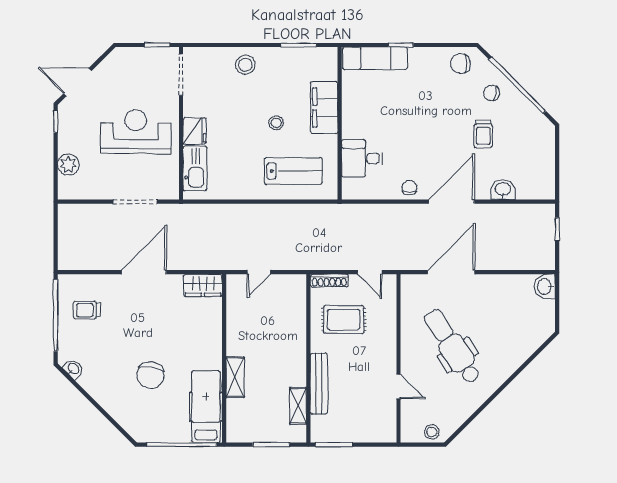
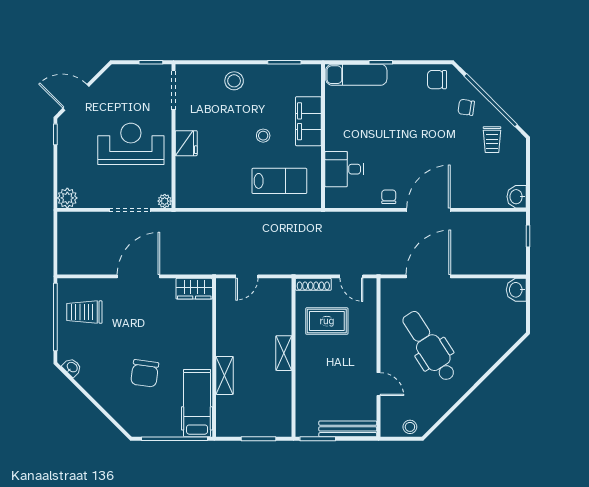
trolley: (483, 134) -> (492, 140), moved
plant: (68, 165) -> (67, 198), moved
kitchen sink: (195, 168) -> (187, 178), removed
washbasin: (503, 190) -> (517, 197), moved, turned -90
plant: (172, 192) -> (165, 201), added
trolley: (87, 310) -> (84, 312), width x1.36, depth x1.39
bench: (319, 384) -> (348, 429), moved, turned 90
shelving: (298, 406) -> (284, 353), moved

